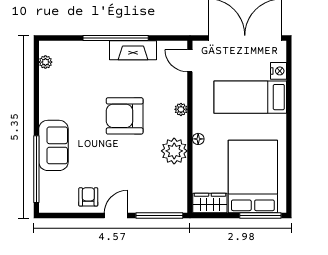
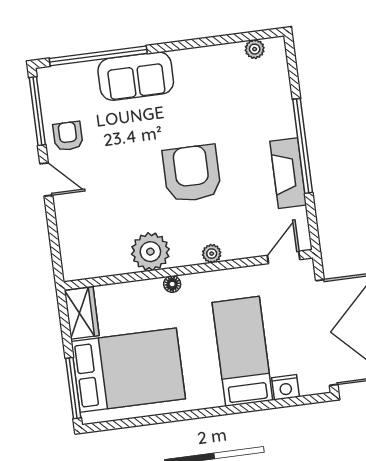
armchair: (88, 197) -> (68, 136), turned -90
window: (159, 216) -> (37, 111), moved

